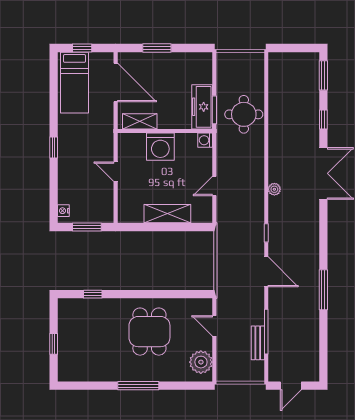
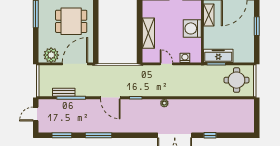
window: (323, 75) -> (62, 135), moved
round table: (244, 114) -> (237, 80), moved
washing machine: (205, 140) -> (185, 58), moved
door: (266, 272) -> (110, 98), hinge flipped
door: (214, 326) -> (75, 64), width x1.88
door: (291, 386) -> (36, 114), hinge flipped

